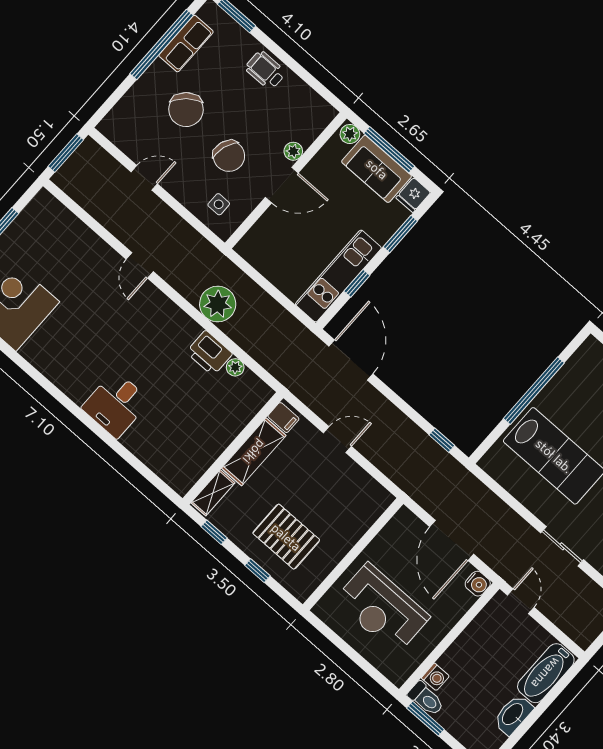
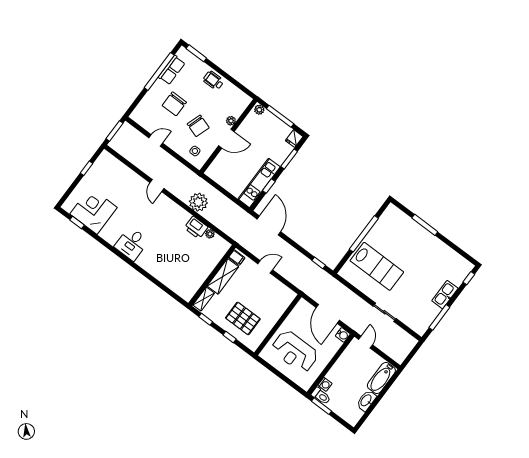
chair: (186, 110) -> (174, 104), turned 40
sofa: (377, 169) -> (274, 127), removed
desk: (116, 404) -> (132, 244), moved

